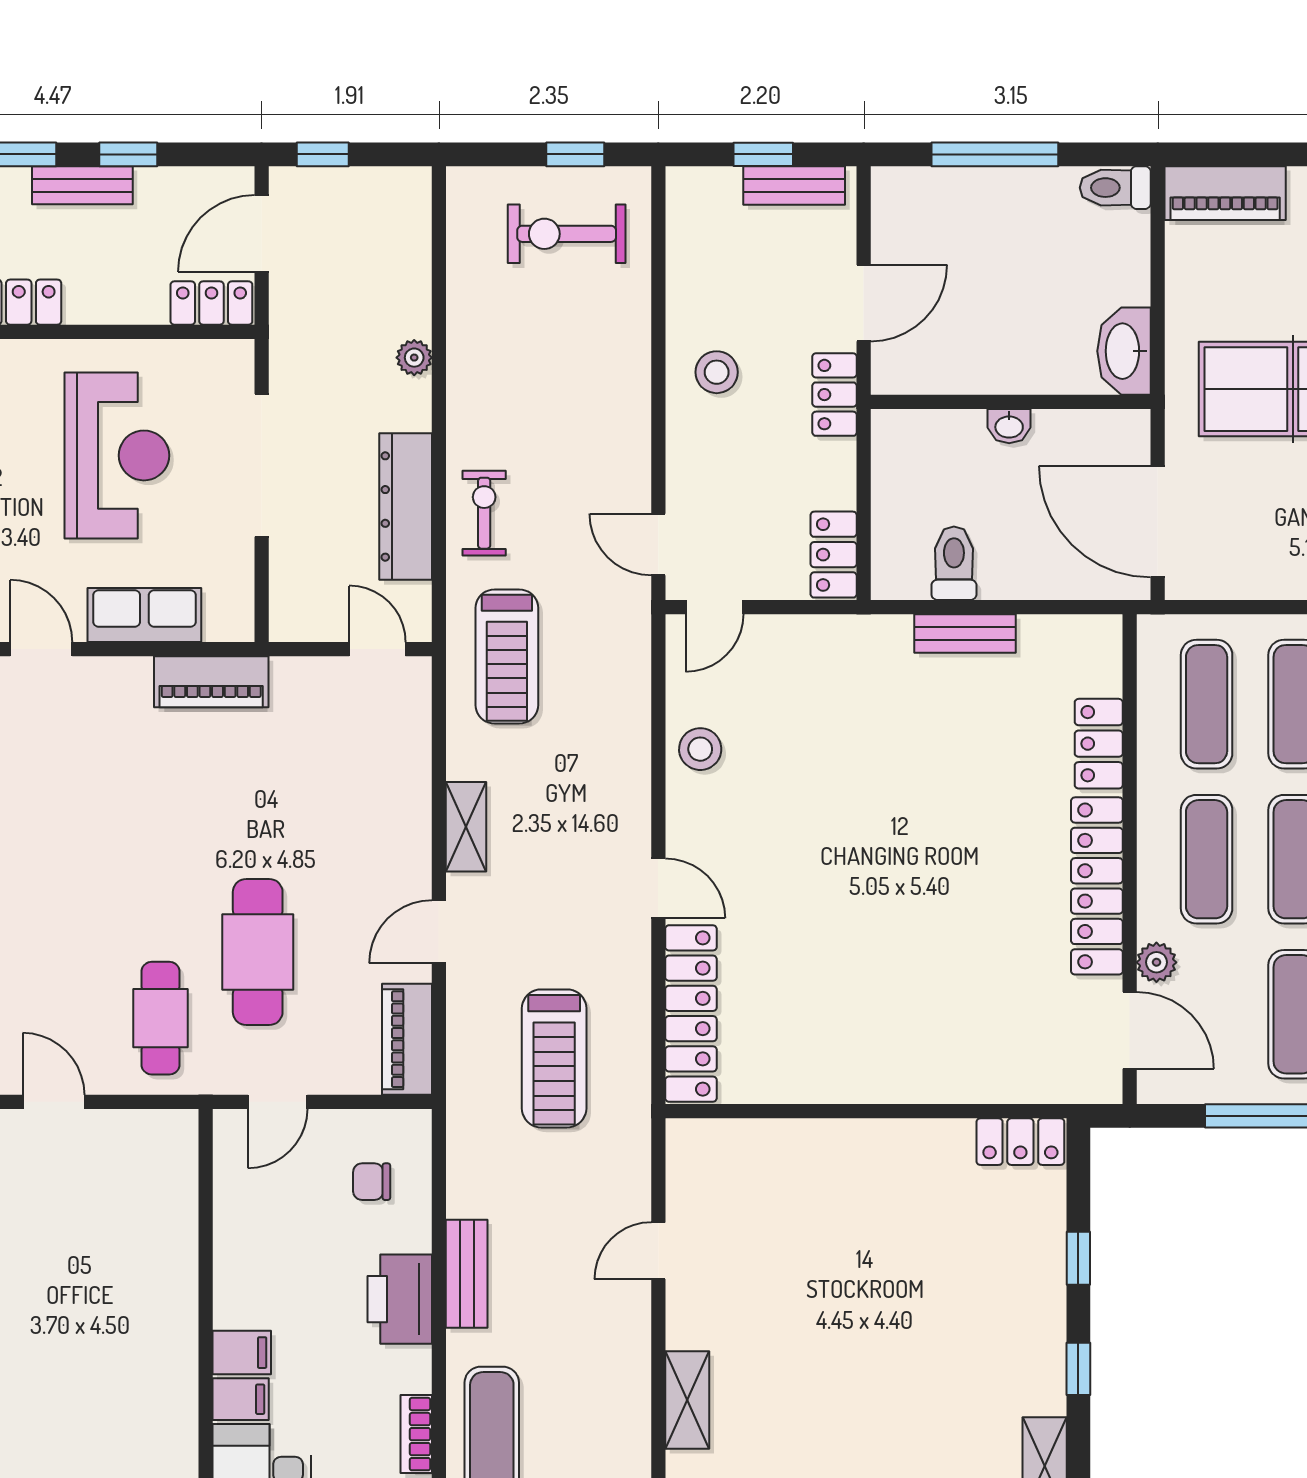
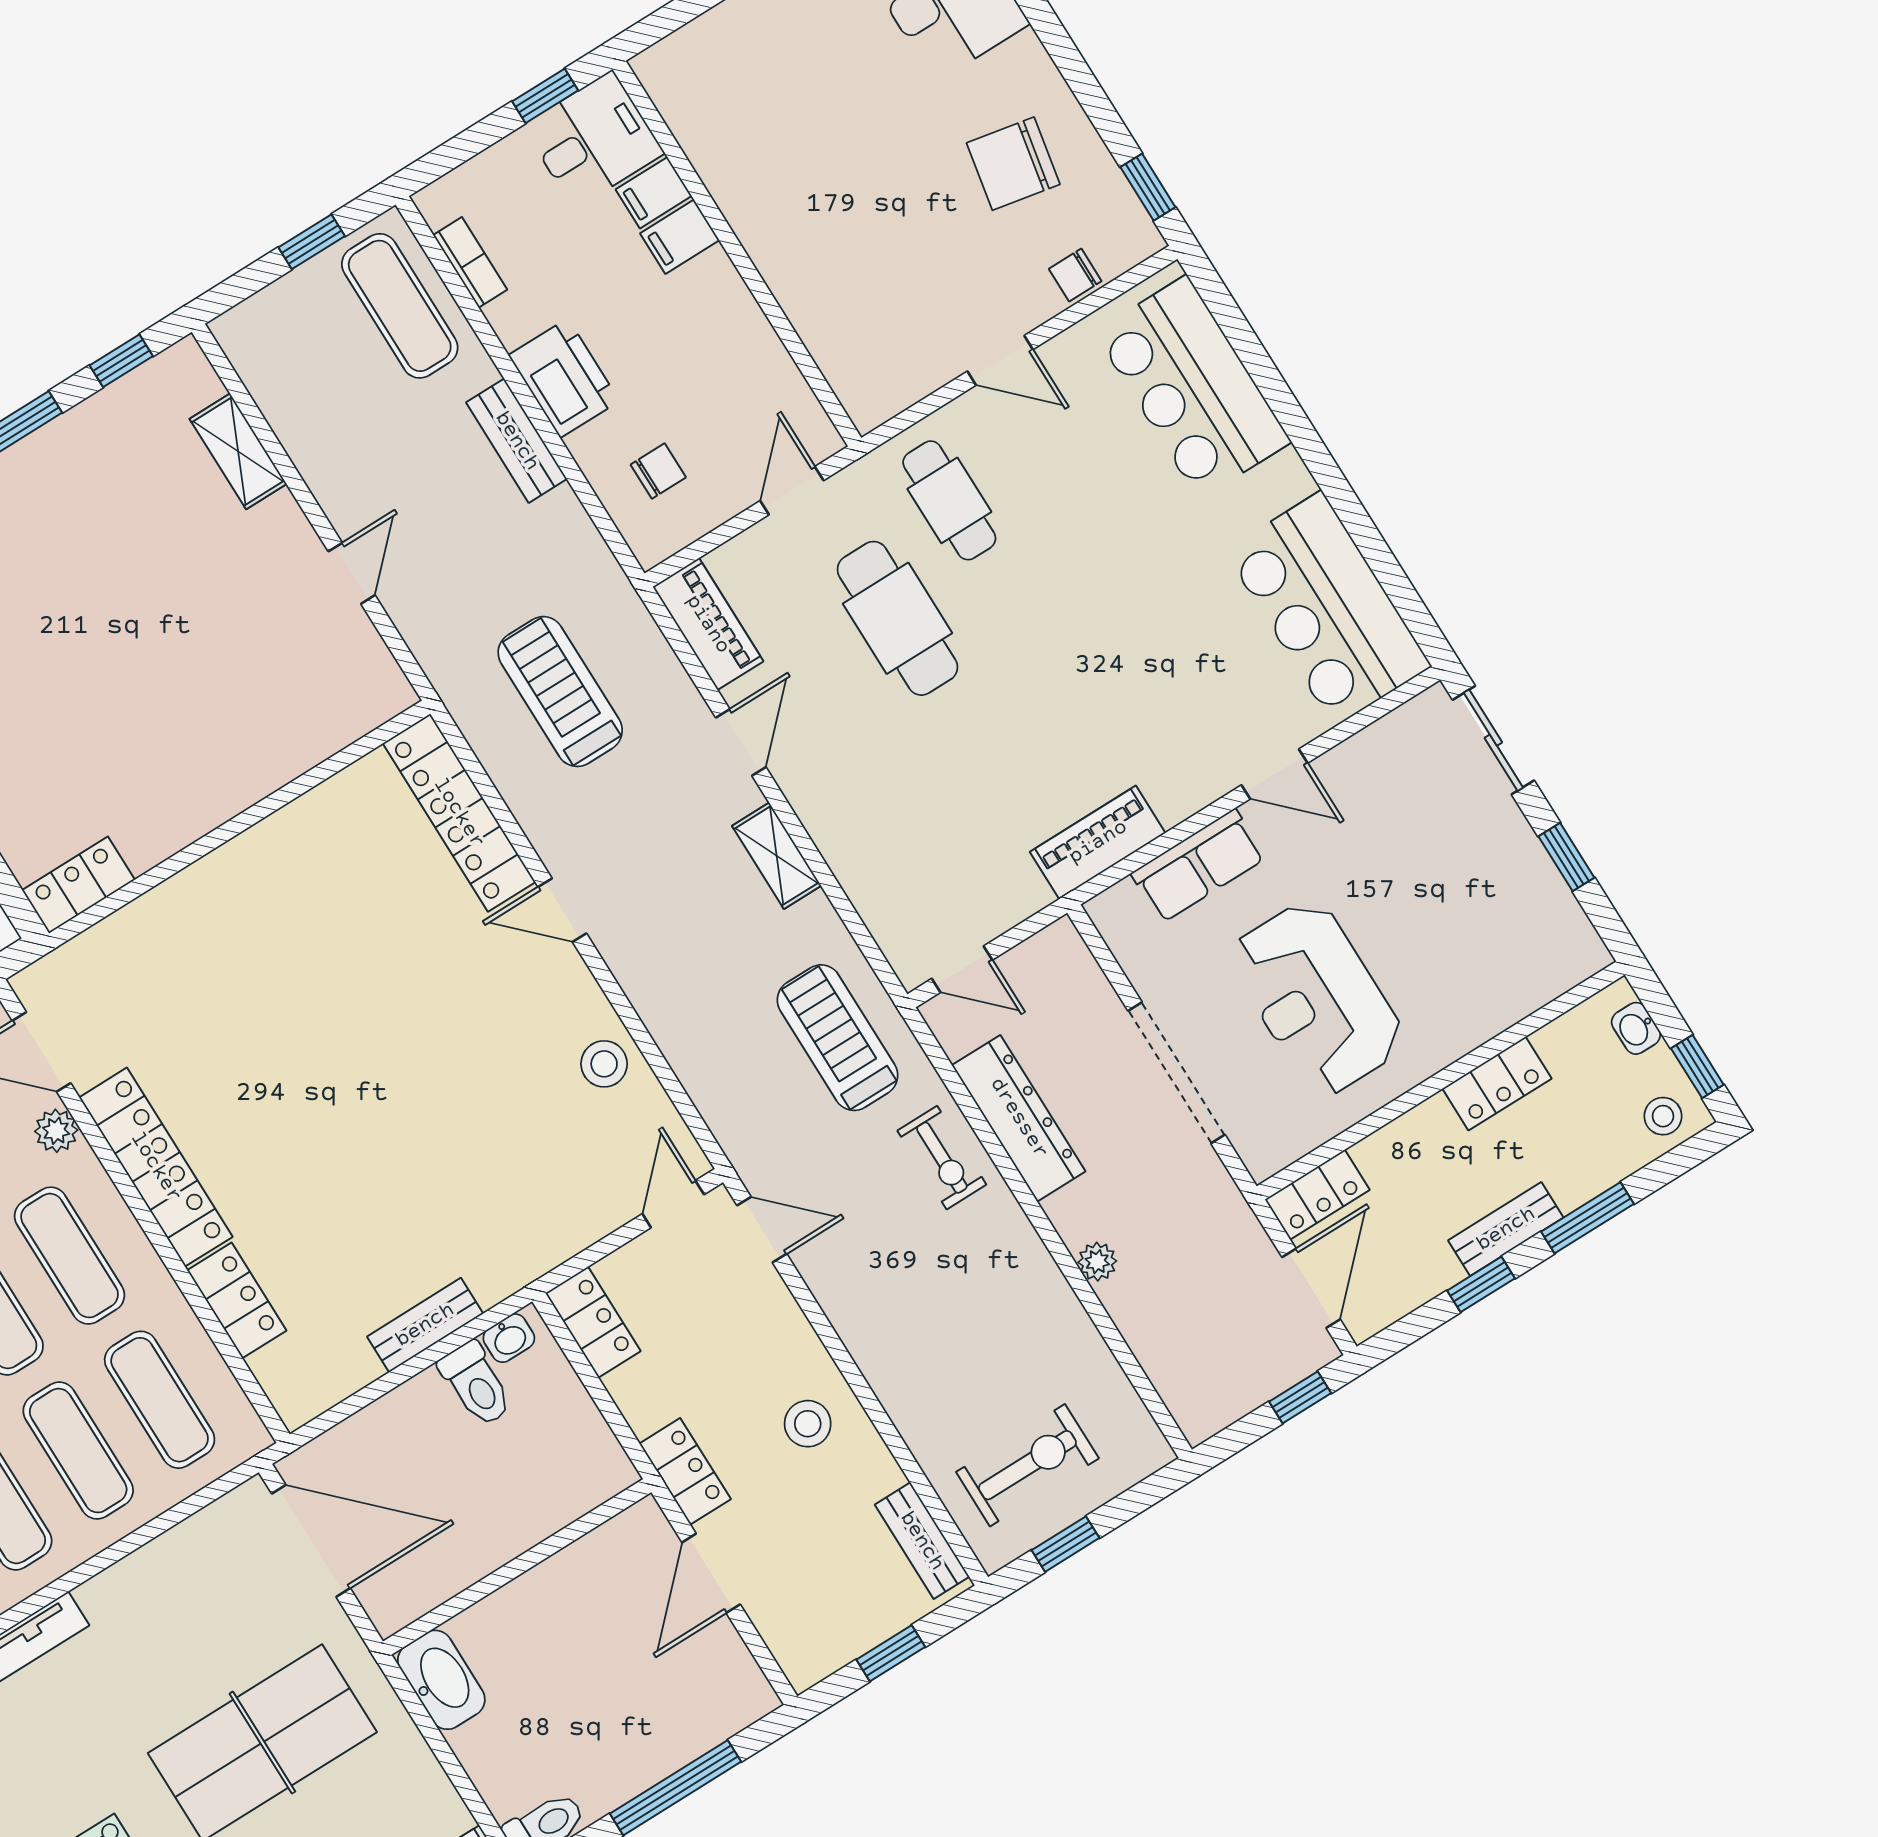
bench: (794, 185) -> (922, 1541), moved, turned 90
washbasin: (1009, 426) -> (509, 1338), moved, turned 180

